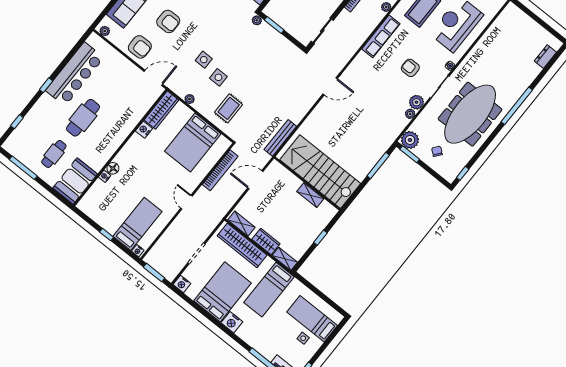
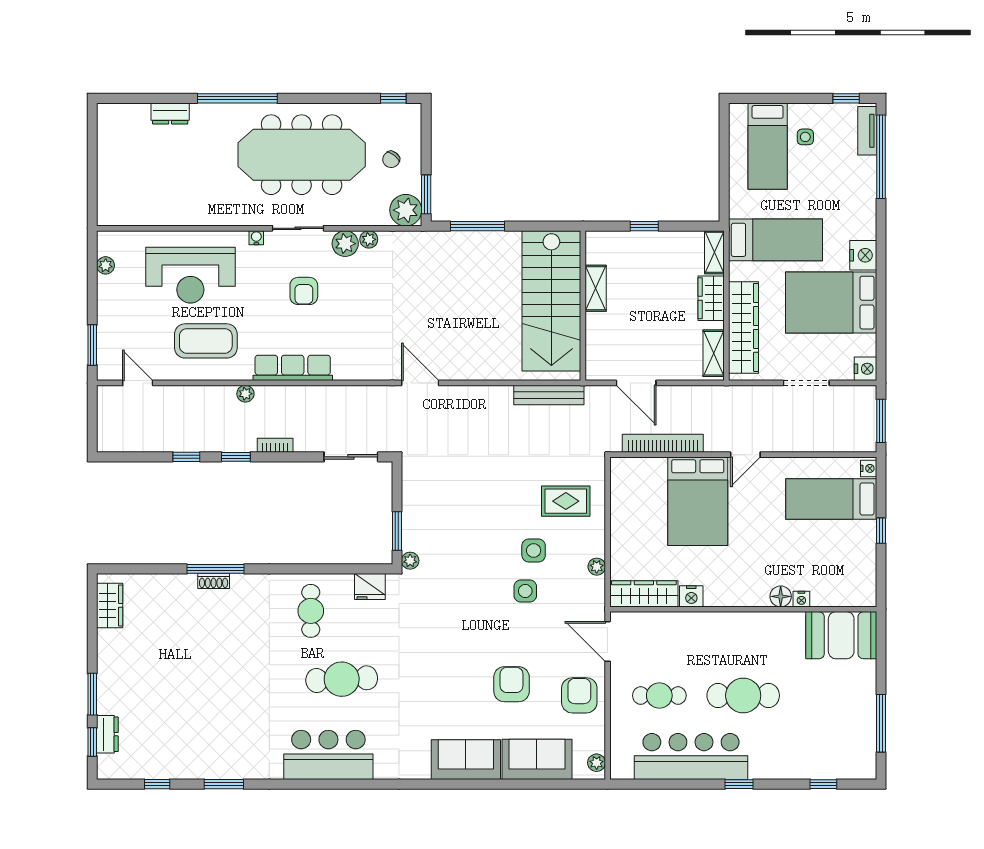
dresser: (545, 57) -> (170, 114), moved
bed: (193, 143) -> (698, 501), moved, turned 90
cafe table: (54, 154) -> (659, 696), moved

